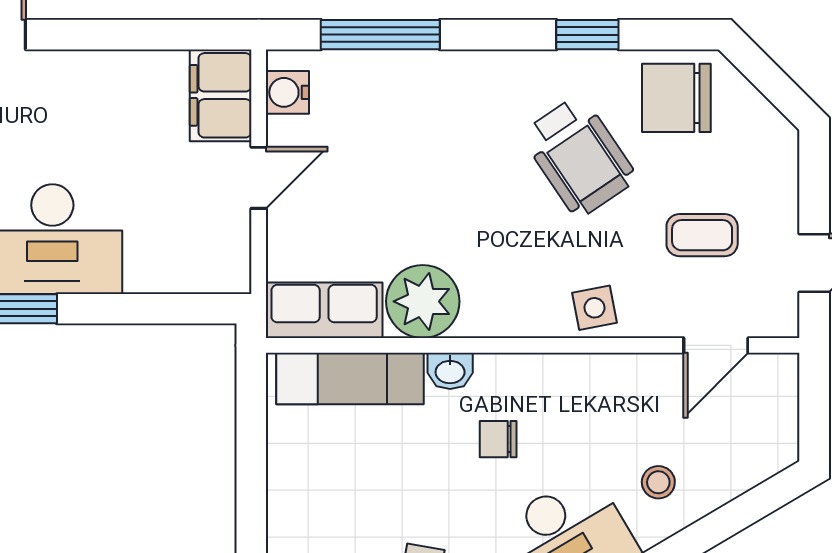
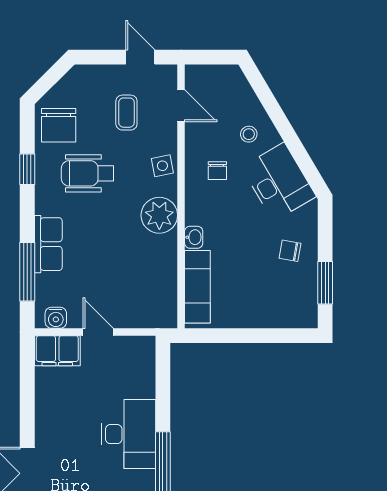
wheelchair: (579, 156) -> (88, 173), turned -146
plant: (423, 301) -> (159, 215), moved
row of seats: (324, 310) -> (48, 244), moved, turned 180
chair: (498, 439) -> (217, 171), moved

